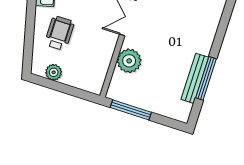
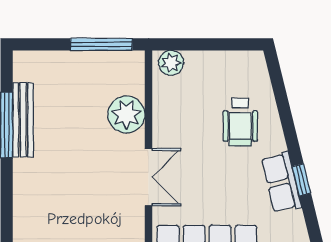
plant: (54, 72) -> (171, 63), moved

